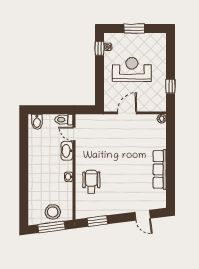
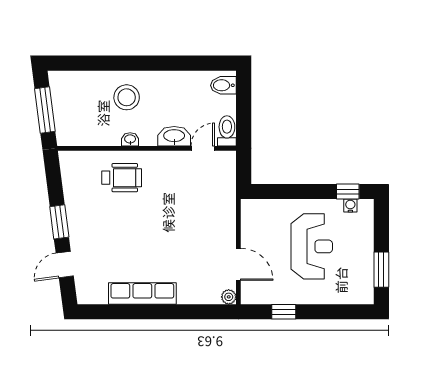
window: (134, 29) -> (381, 270), moved
door: (127, 113) -> (238, 264), moved
stool: (53, 212) -> (127, 97), moved
window: (97, 221) -> (59, 222), moved

